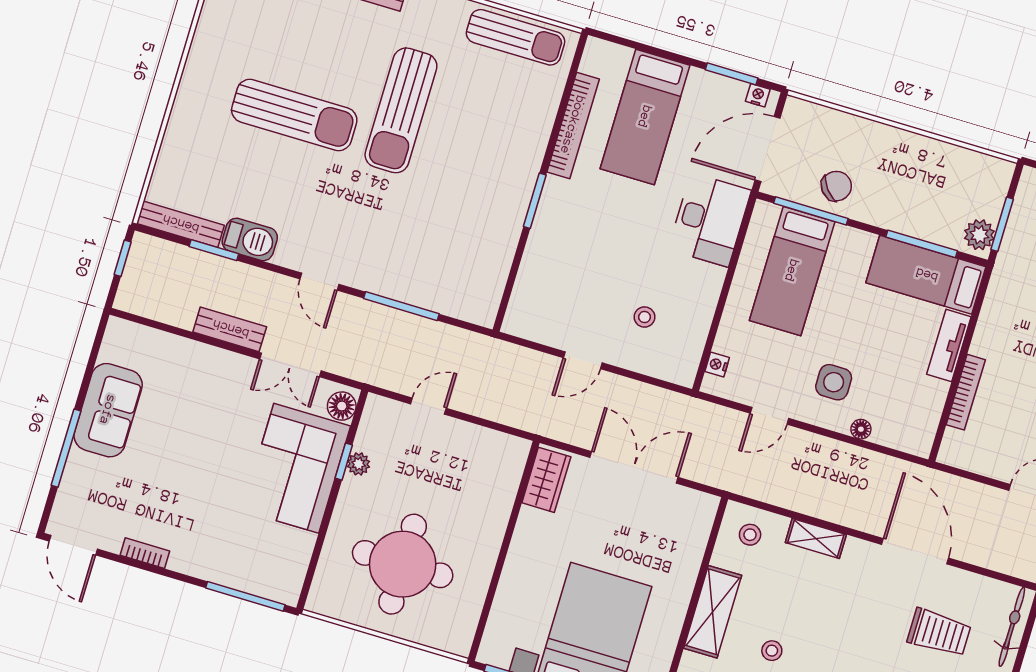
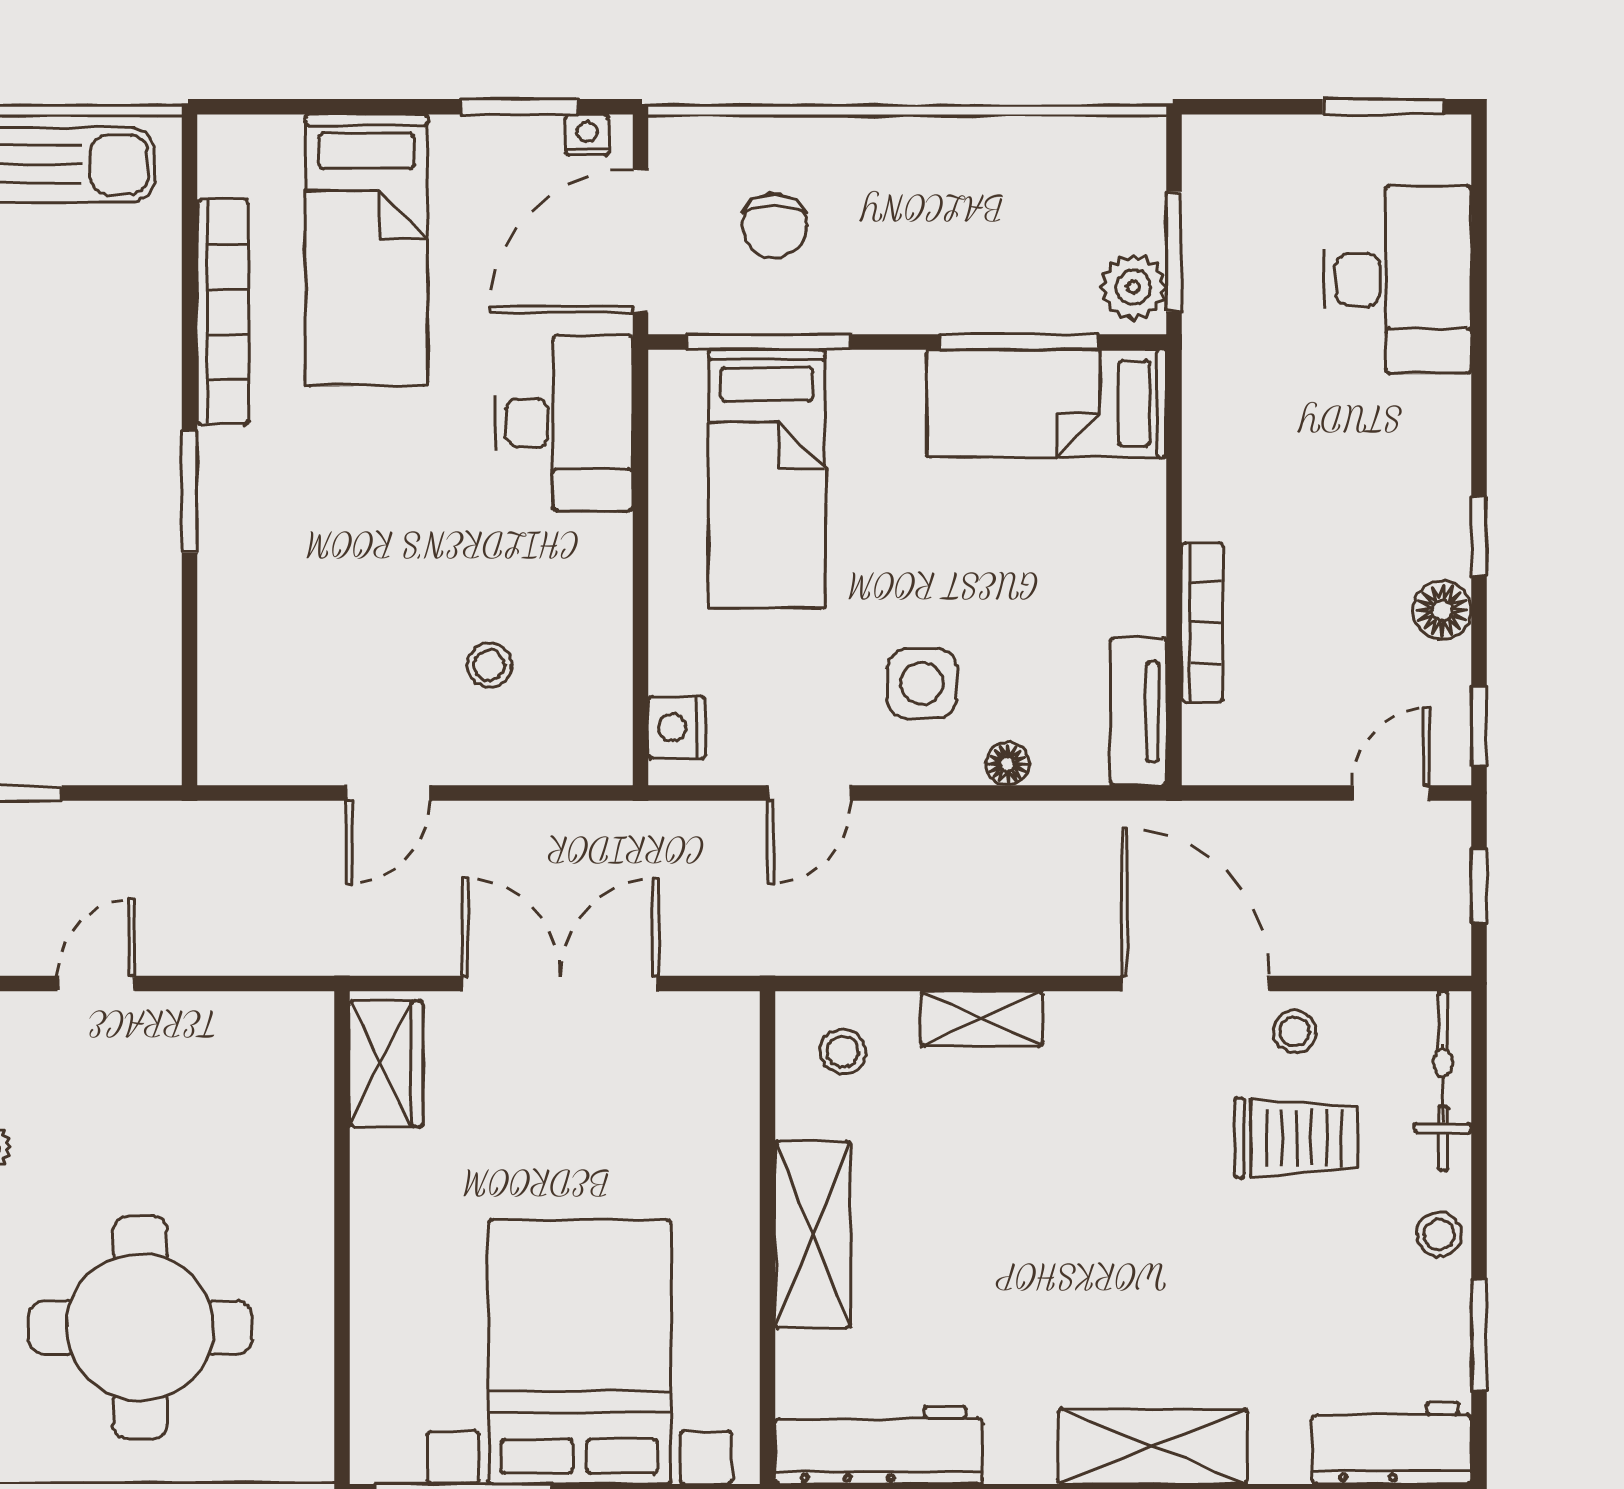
chair: (836, 186) -> (774, 226), moved, turned 129
tv unit: (949, 346) -> (1138, 712), moved
nightstand: (717, 365) -> (677, 727), width x1.39, depth x1.35
stool: (772, 651) -> (1295, 1032), moved

